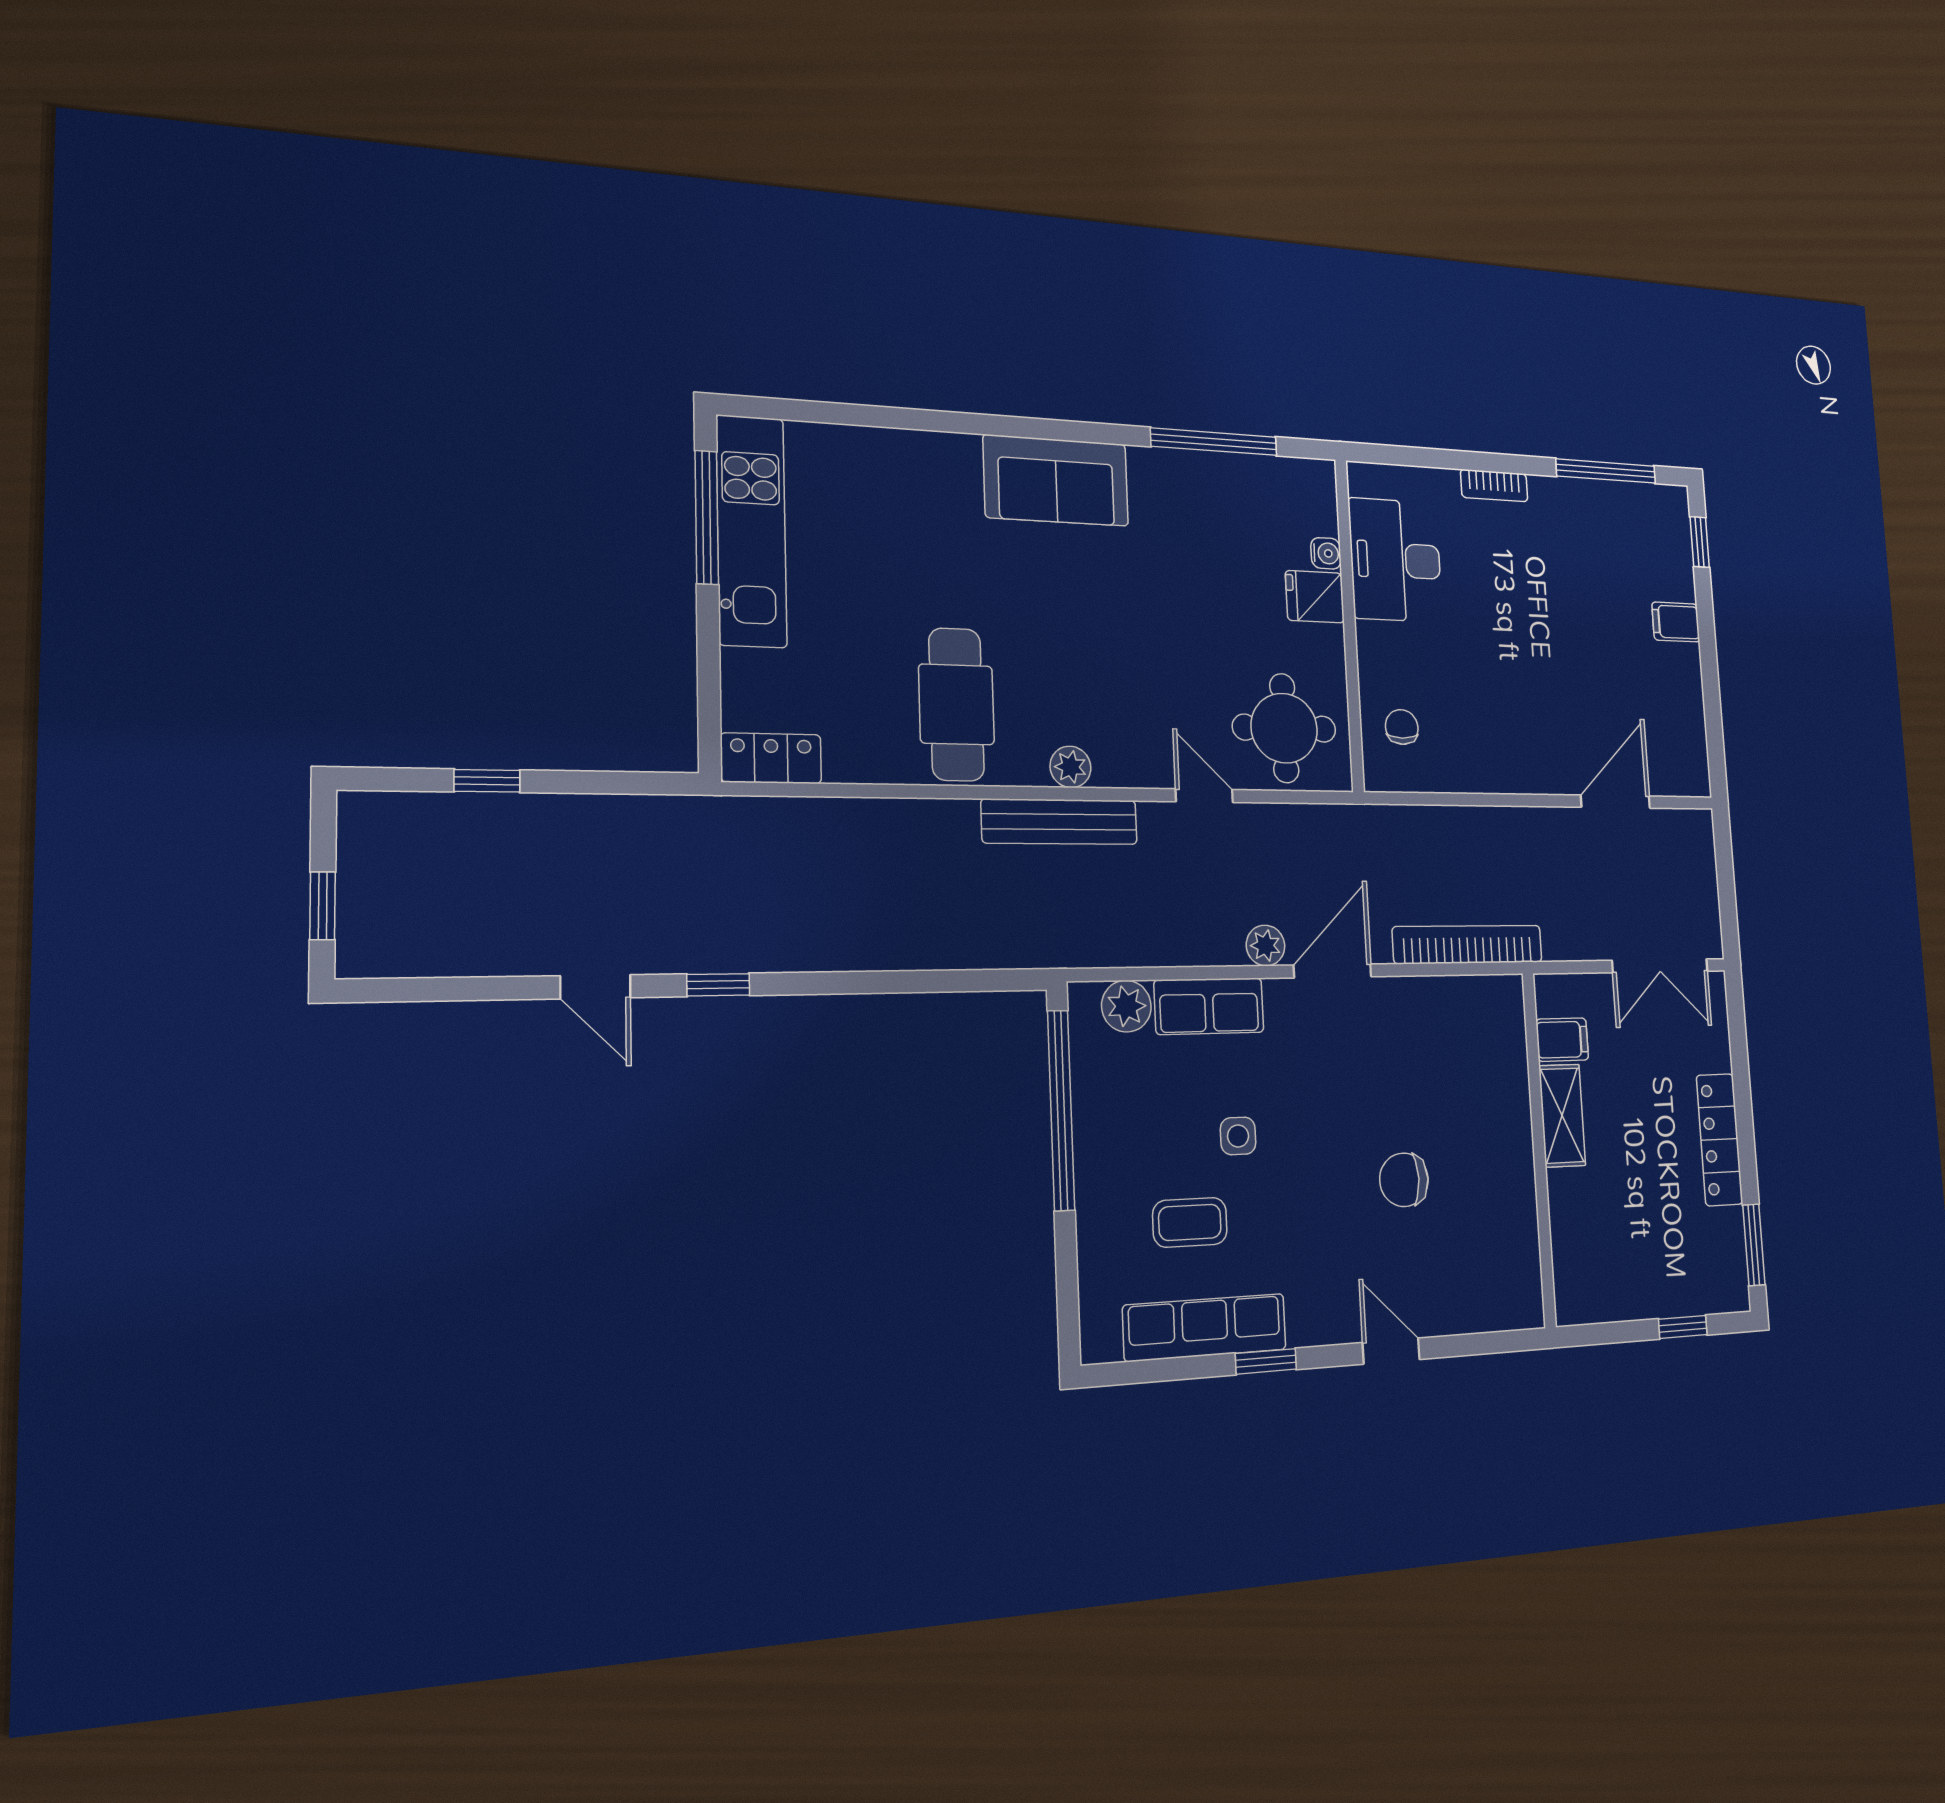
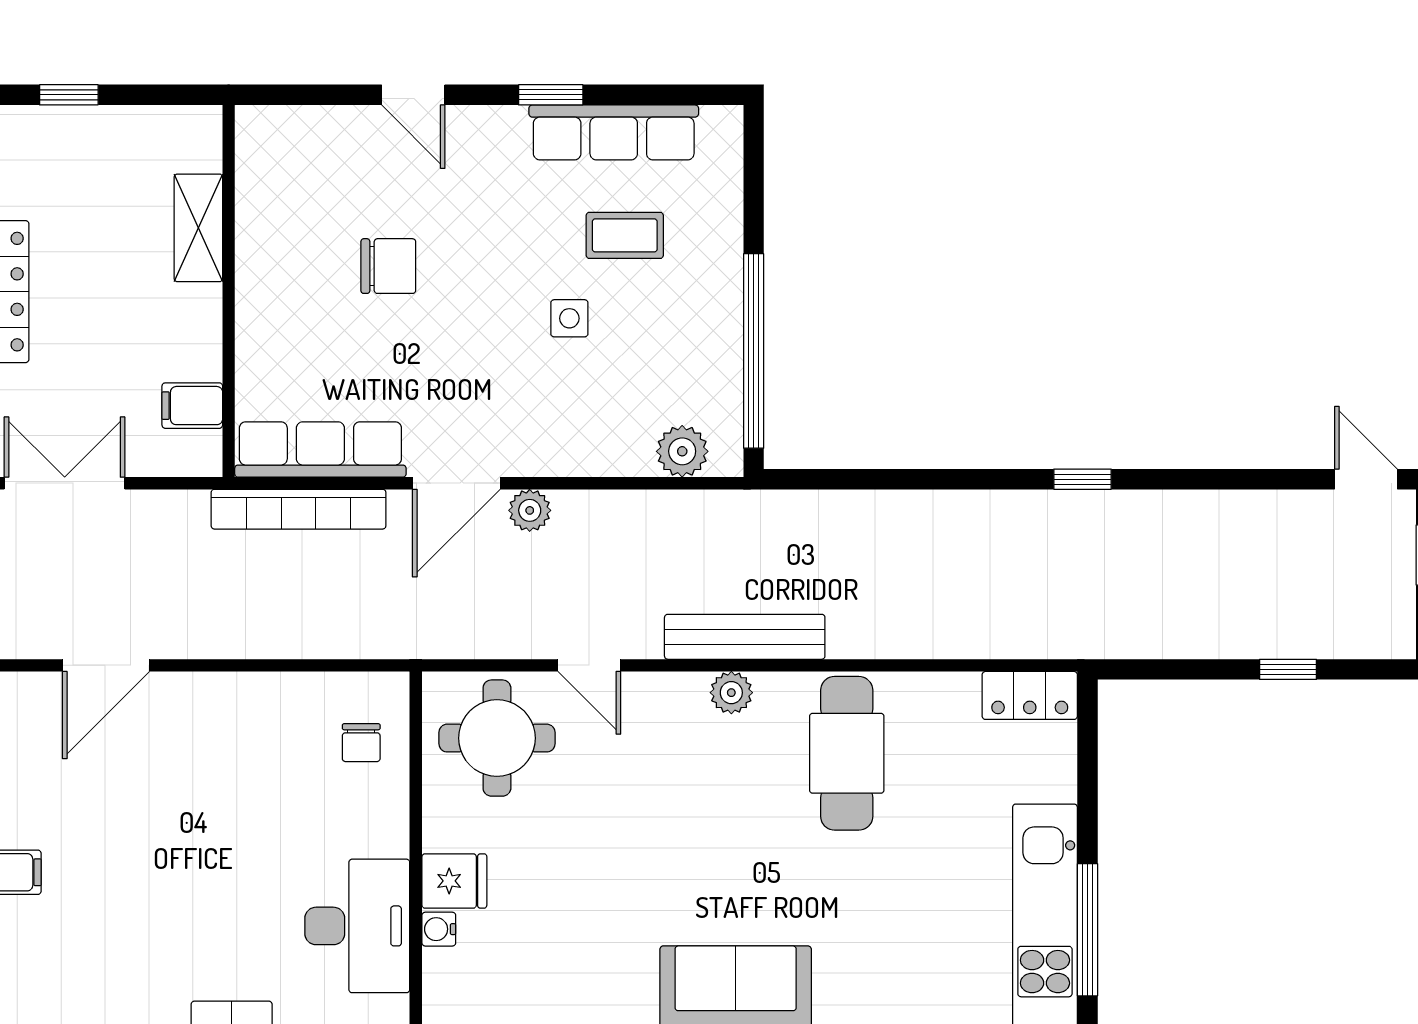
door: (595, 987) -> (1366, 479), moved
row of seats: (1209, 1006) -> (320, 449), moved, width x1.48
shelving: (1562, 1116) -> (198, 228), moved

